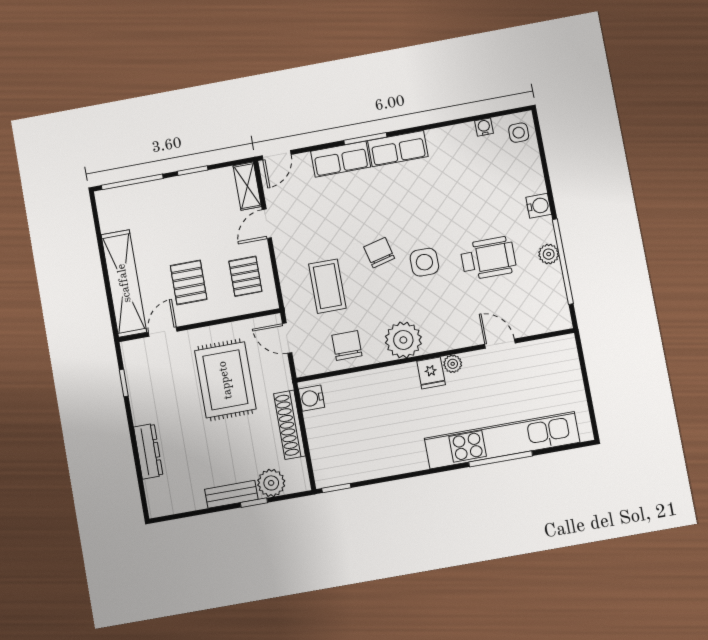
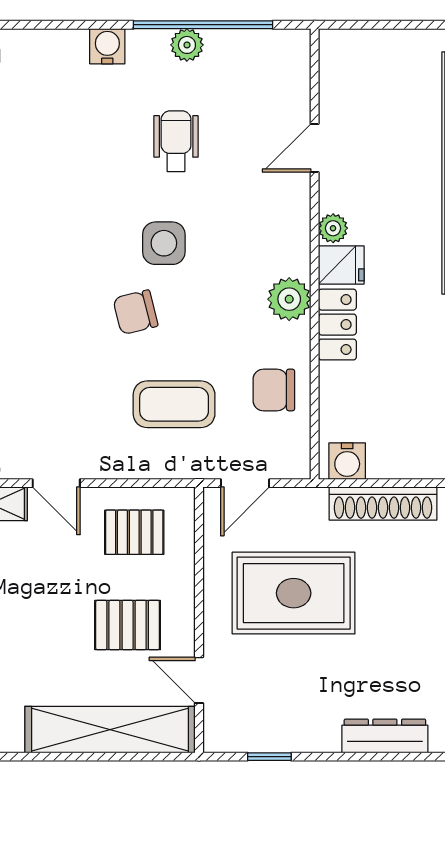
wheelchair: (488, 258) -> (176, 141), width x0.73, depth x0.73
plant: (403, 340) -> (289, 299), width x0.73, depth x0.73
locker: (394, 377) -> (337, 325), added

